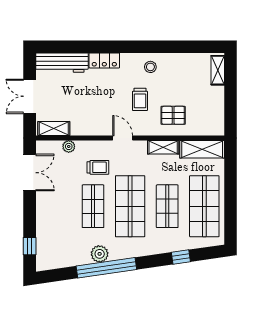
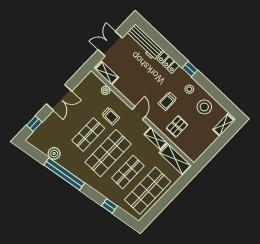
window: (132, 47) -> (190, 69), added
stool: (182, 70) -> (204, 107), added
pallet: (173, 115) -> (177, 126), turned 90
double door: (30, 173) -> (59, 98), moved
plant: (100, 254) -> (54, 153), moved

